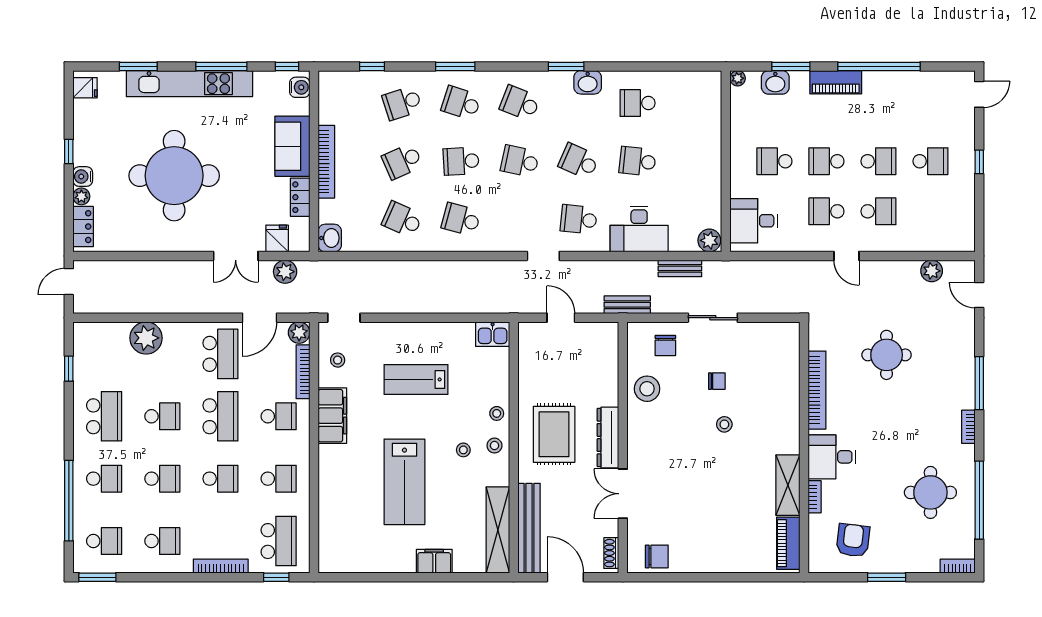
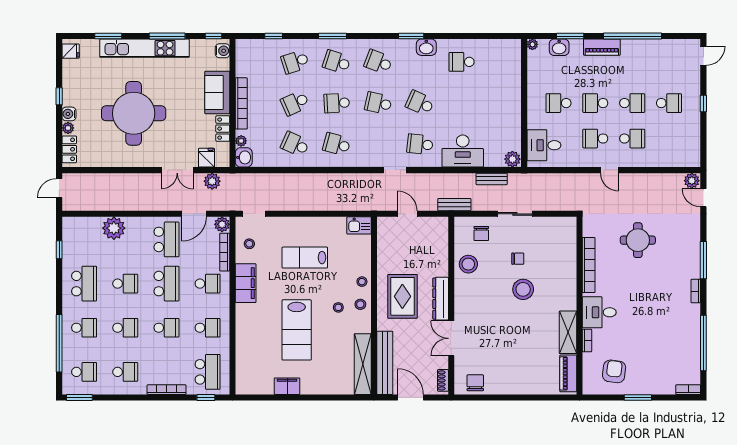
school desk: (638, 161) -> (462, 103), removed
plant: (326, 215) -> (241, 141), added
plant: (932, 271) -> (692, 181), moved
stool: (724, 424) -> (523, 289), width x1.89, depth x1.89
round table: (930, 492) -> (669, 337), removed
chair: (657, 556) -> (475, 383), turned -90
filing cabinet: (434, 561) -> (287, 386), moved

